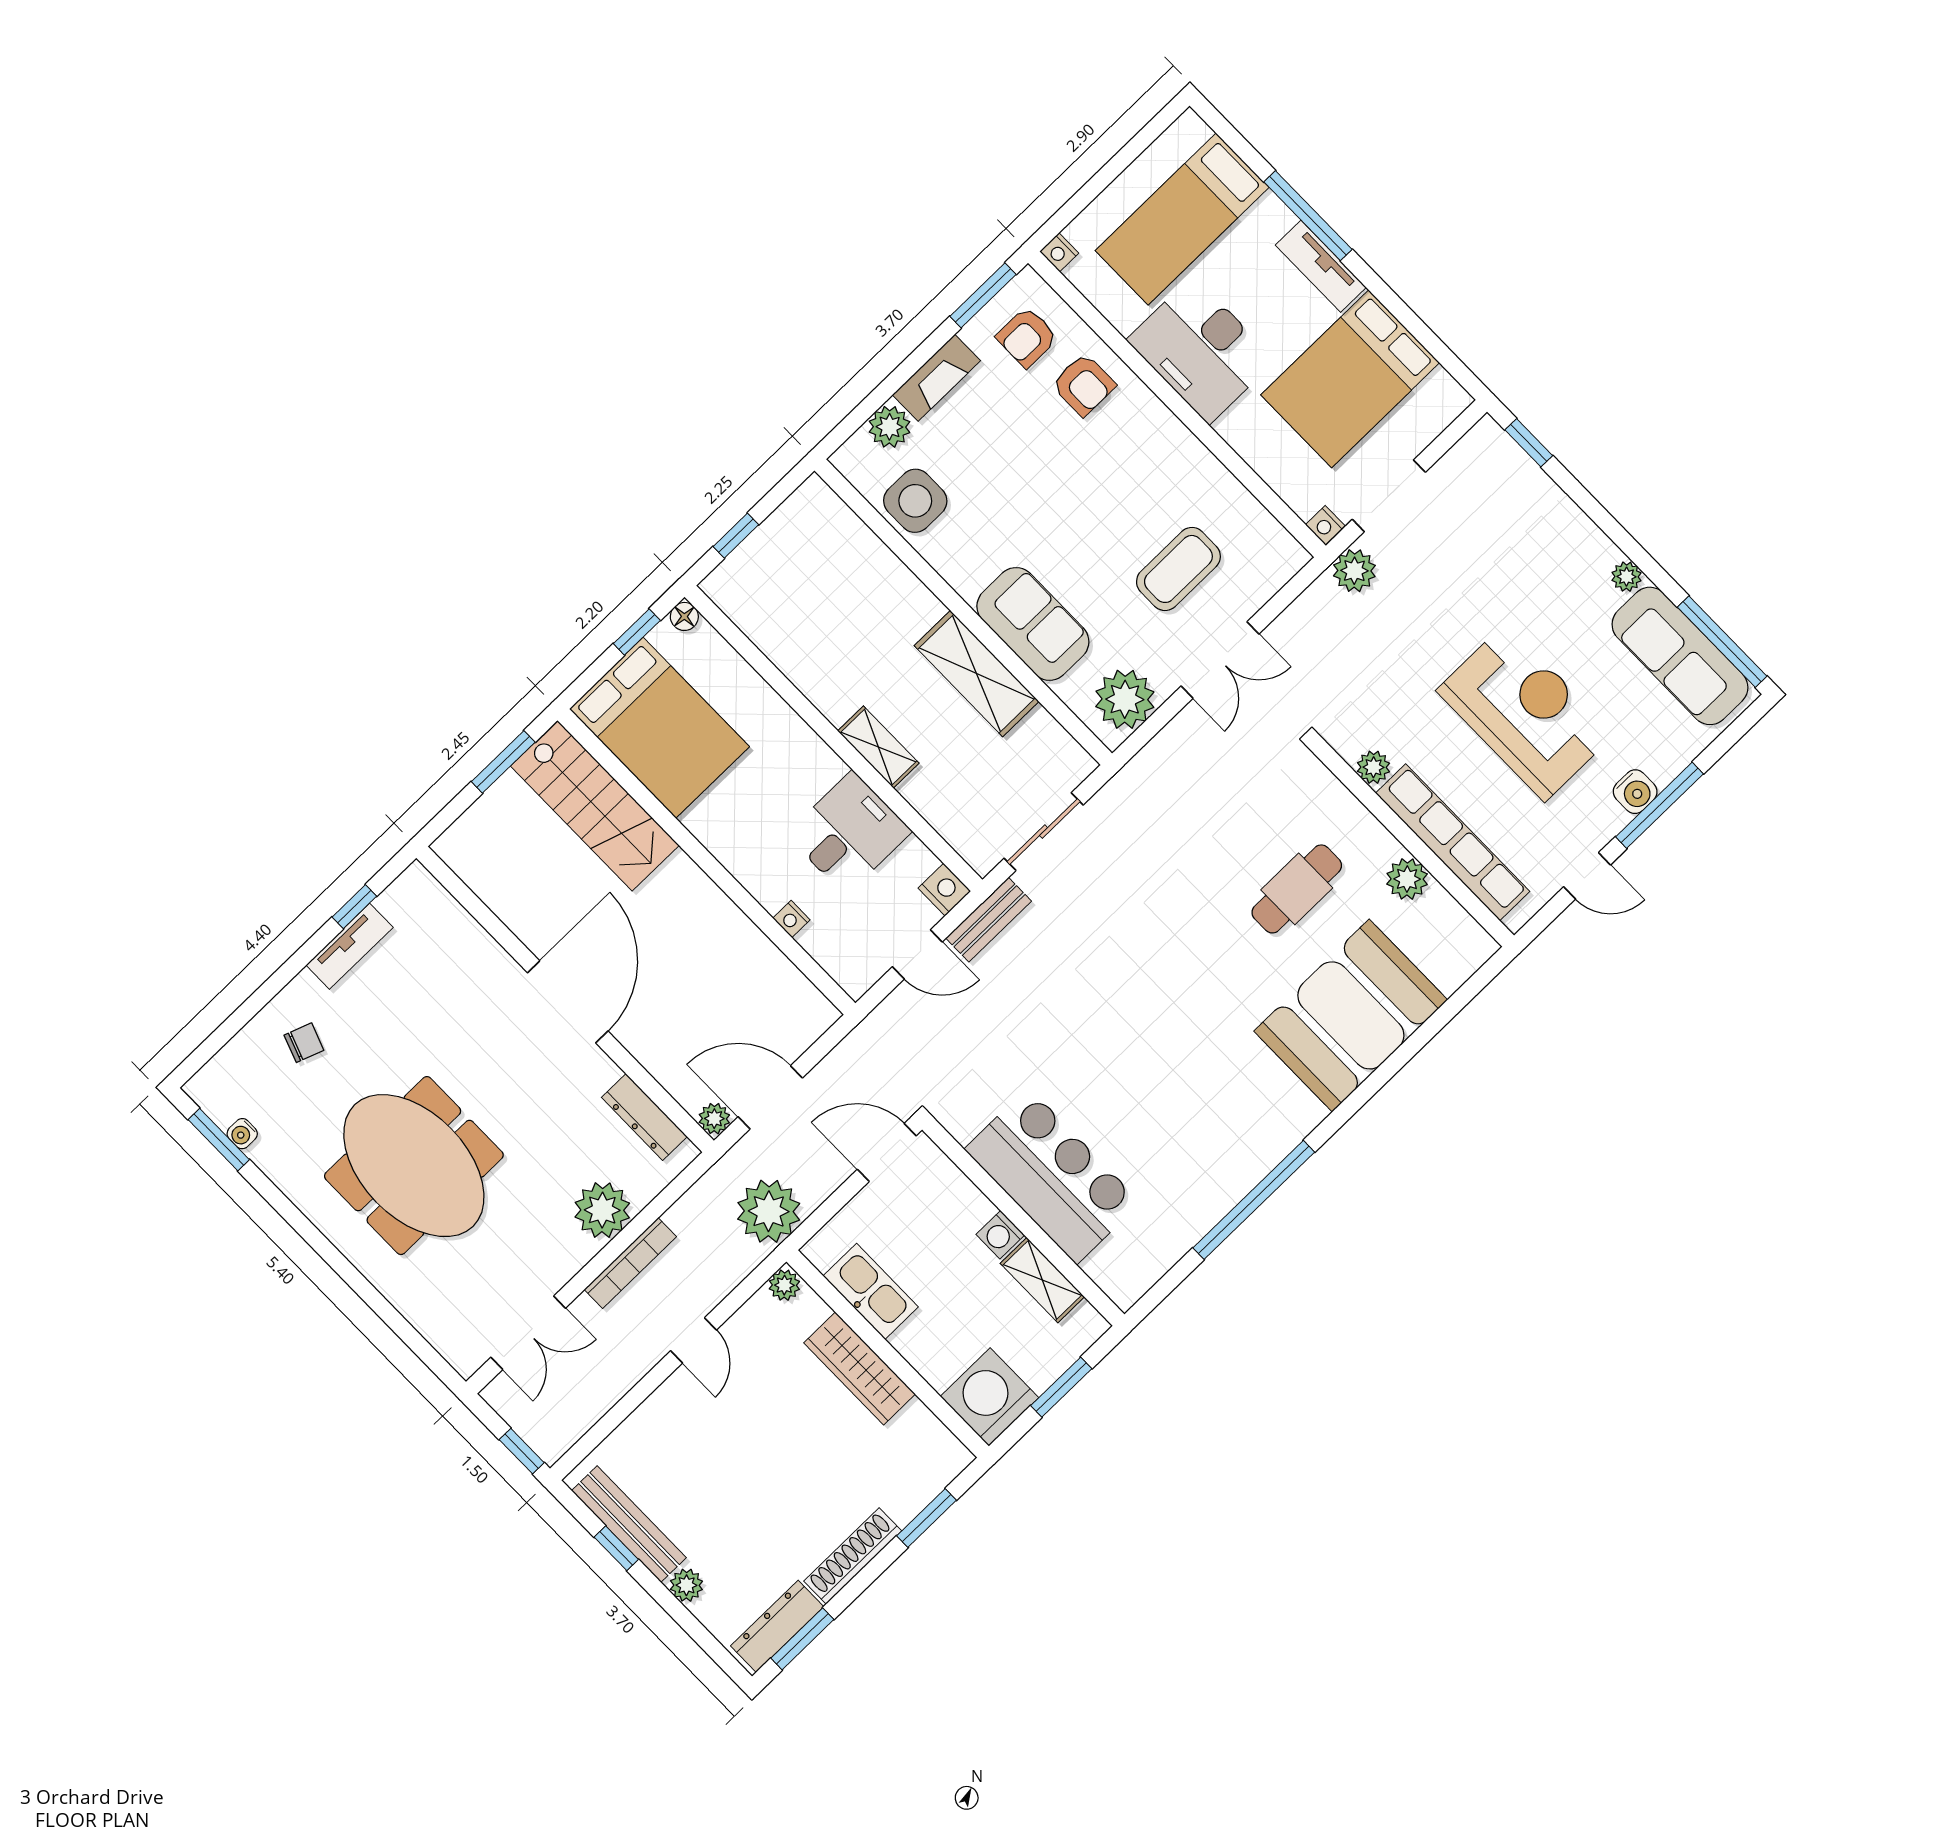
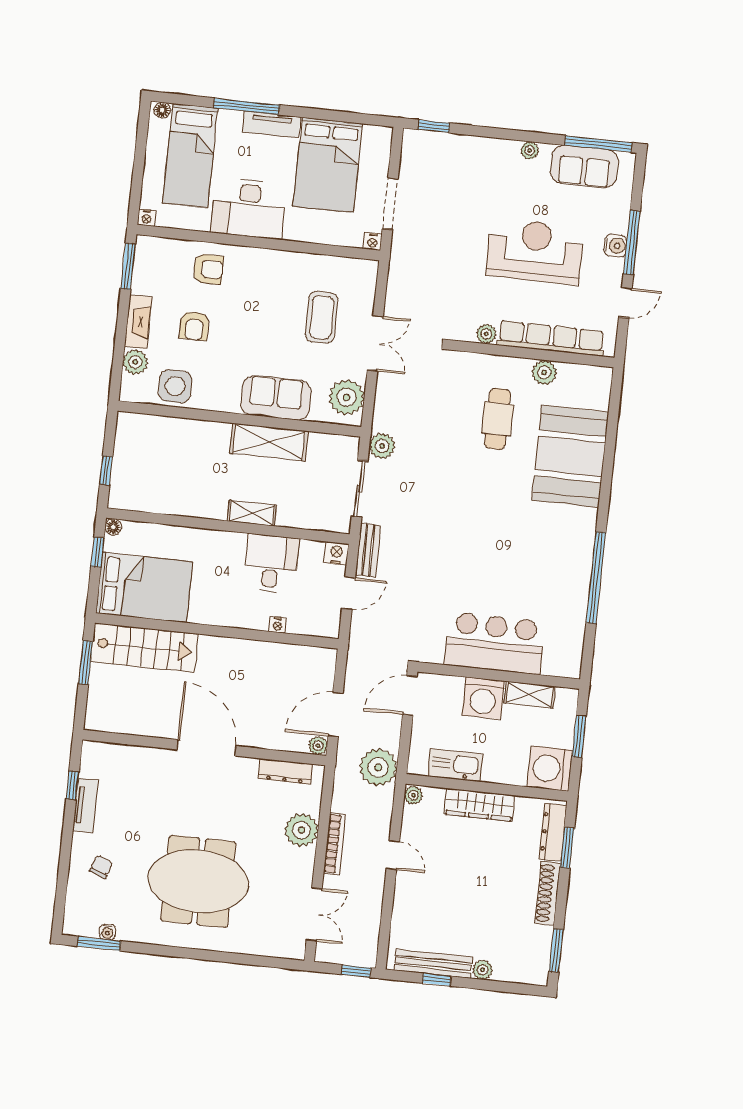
floor lamp: (1195, 130) -> (162, 110), added
armchair: (1027, 337) -> (194, 326), moved
plant: (1354, 571) -> (382, 446), moved
sofa: (1680, 656) -> (584, 166), width x0.73
washing machine: (1000, 1235) -> (483, 698), width x1.89, depth x1.89
dresser: (777, 1626) -> (553, 832), moved

